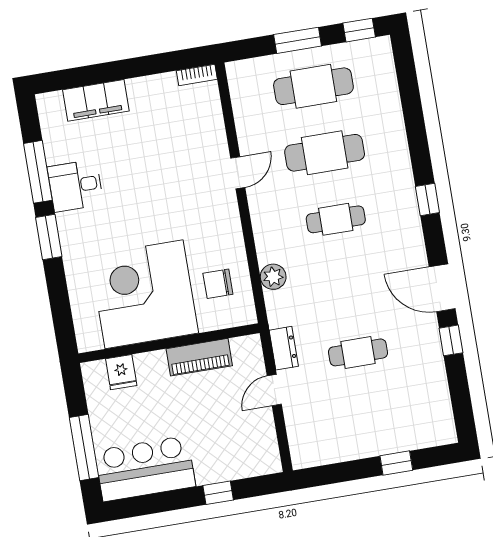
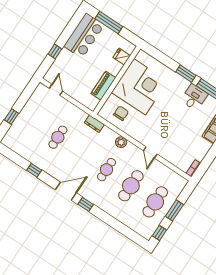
plant: (273, 277) -> (121, 142), moved
door: (442, 288) -> (66, 191), moved
dresser: (284, 348) -> (94, 124), moved
door: (274, 390) -> (56, 90), moved

